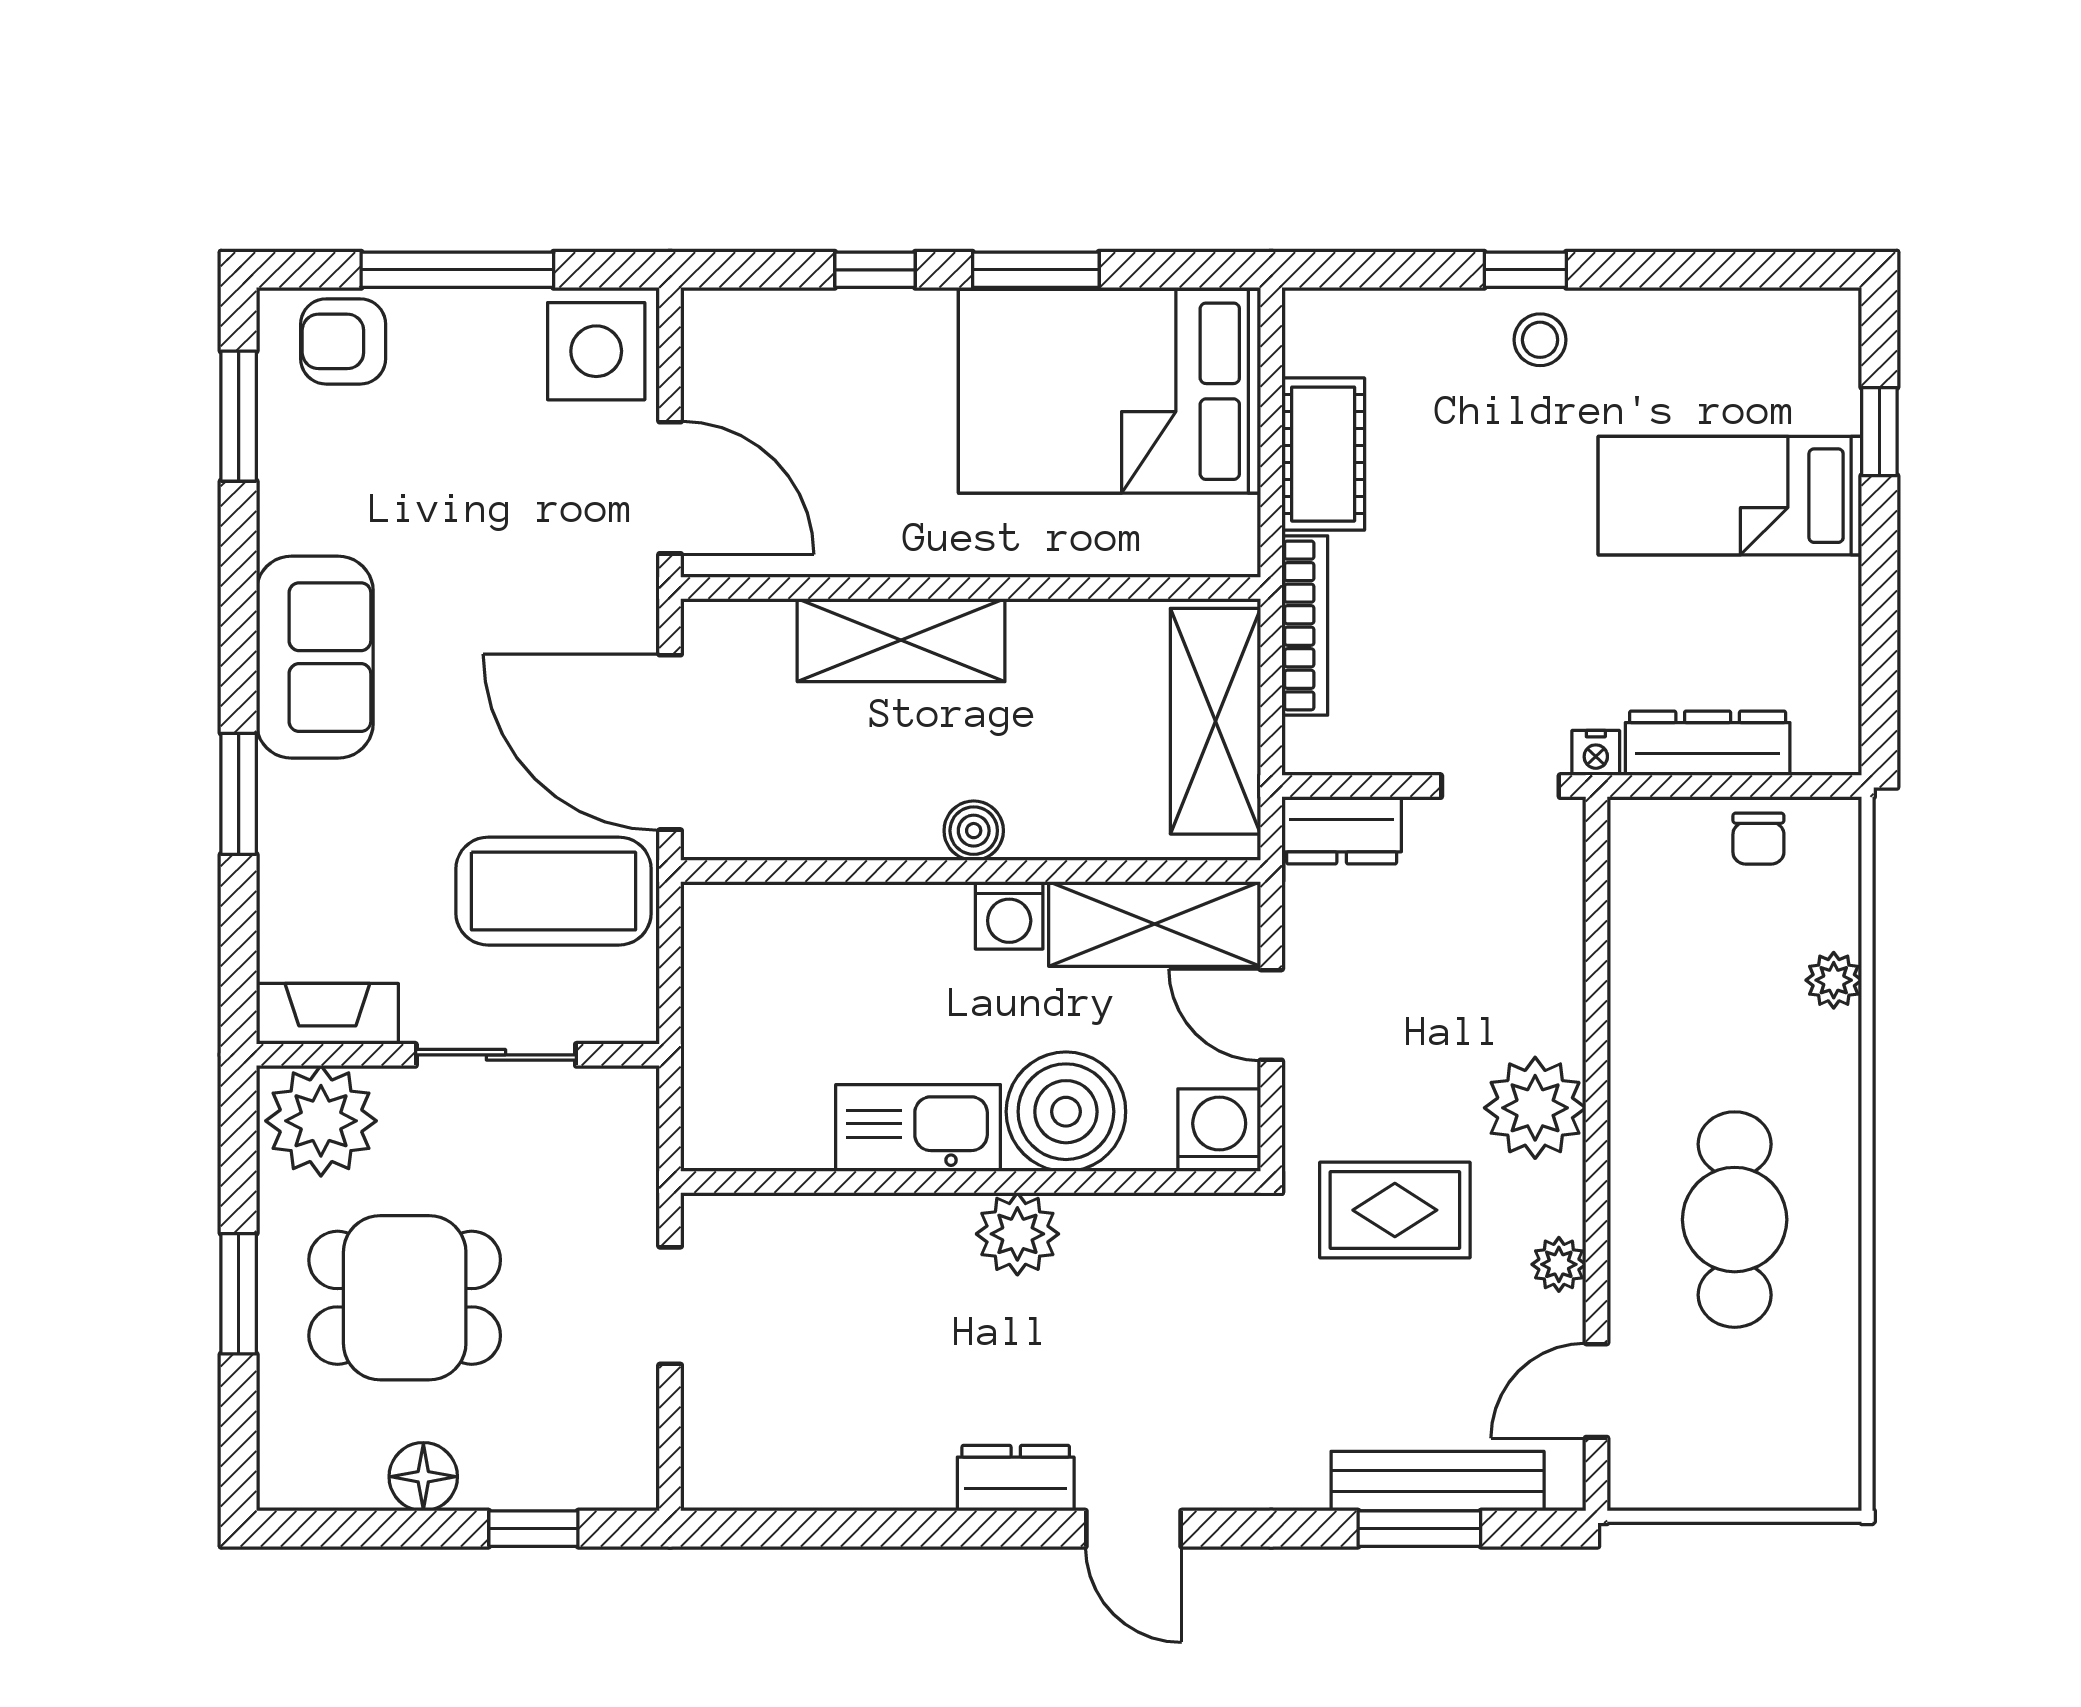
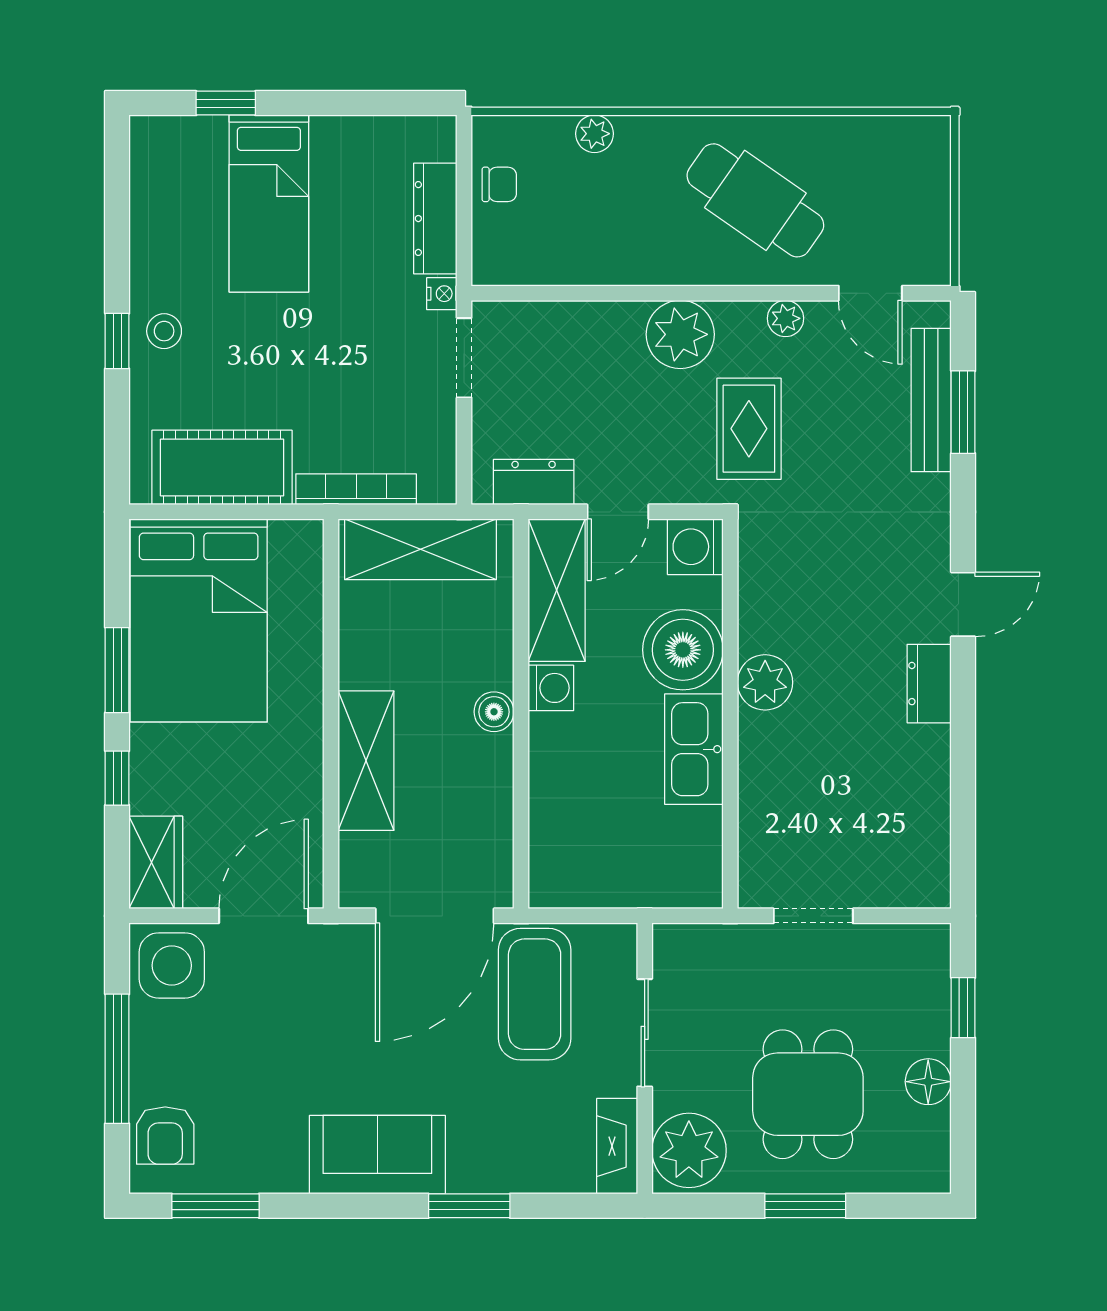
wardrobe: (750, 327) -> (156, 862), added
cot: (1323, 454) -> (222, 467), width x1.37, depth x1.34
dresser: (1342, 830) -> (534, 482), moved, turned -90
cafe table: (1735, 1220) -> (755, 200), turned 35

